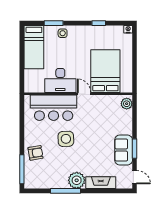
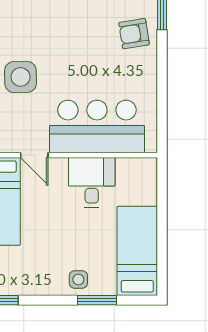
desk: (60, 81) -> (92, 182), width x0.73
side table: (66, 139) -> (21, 77), moved

